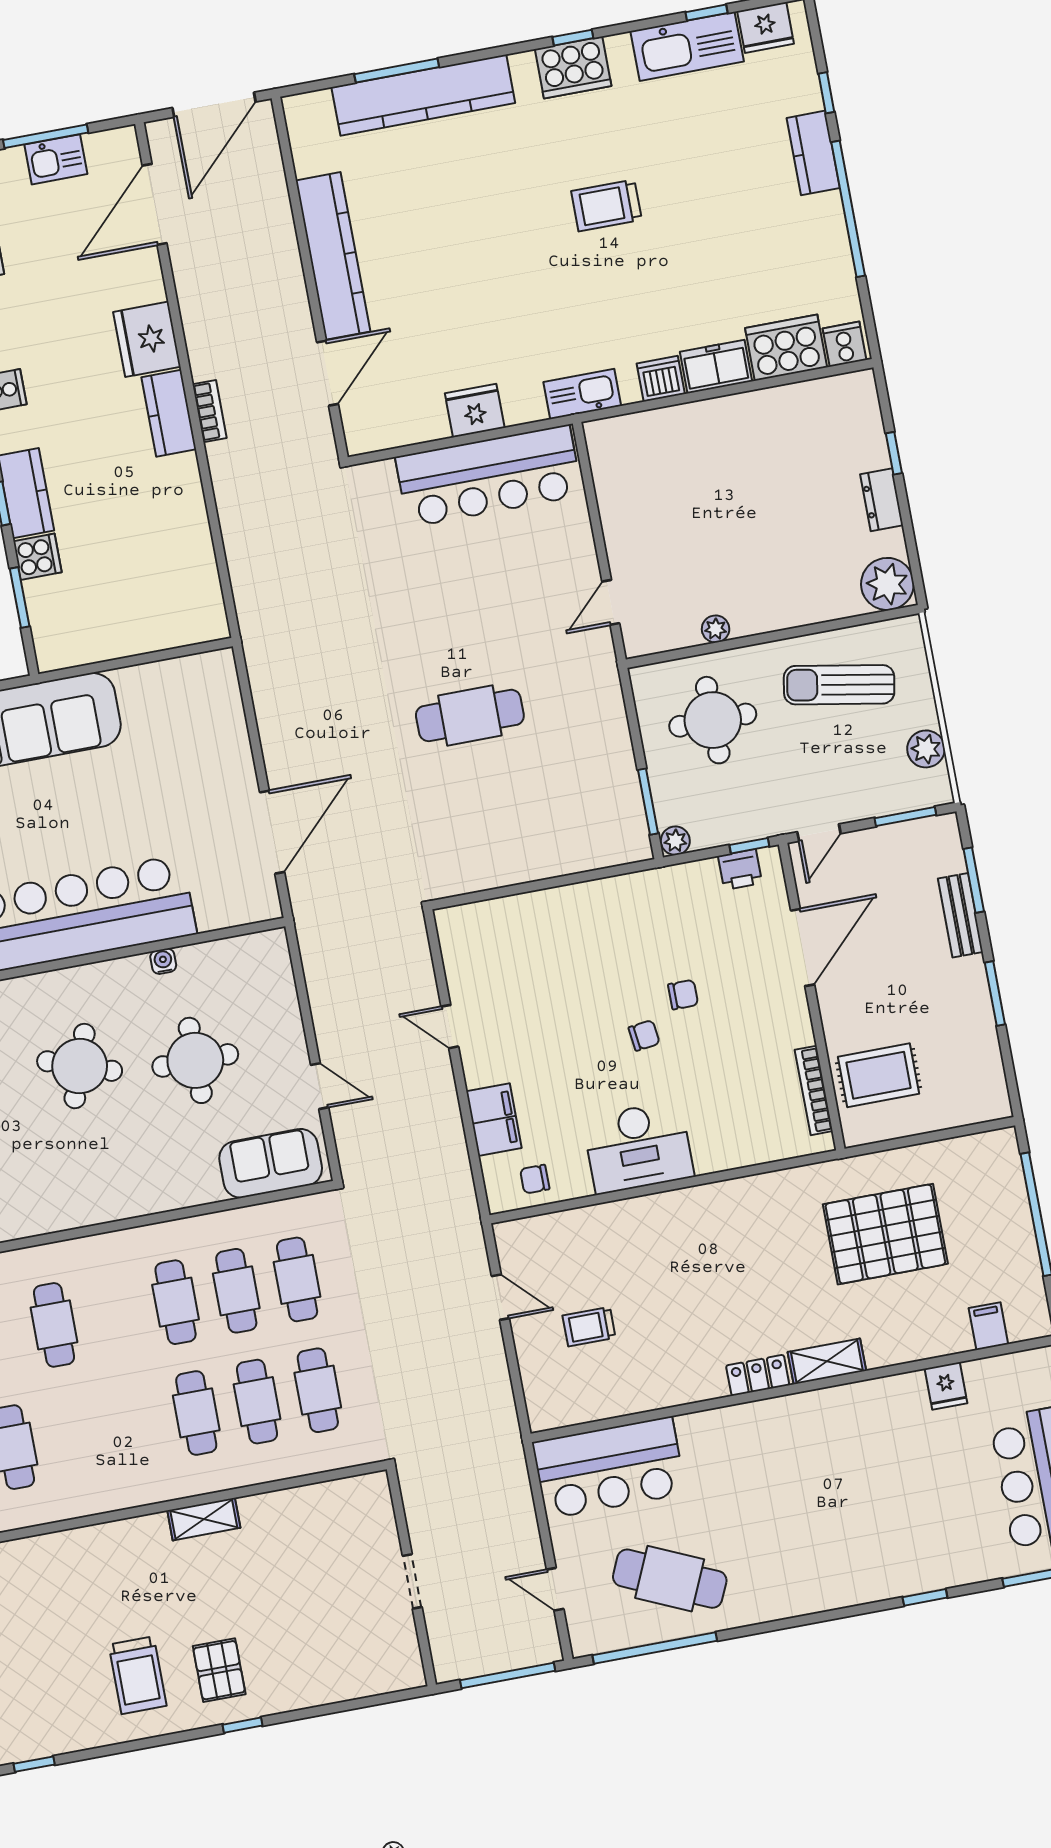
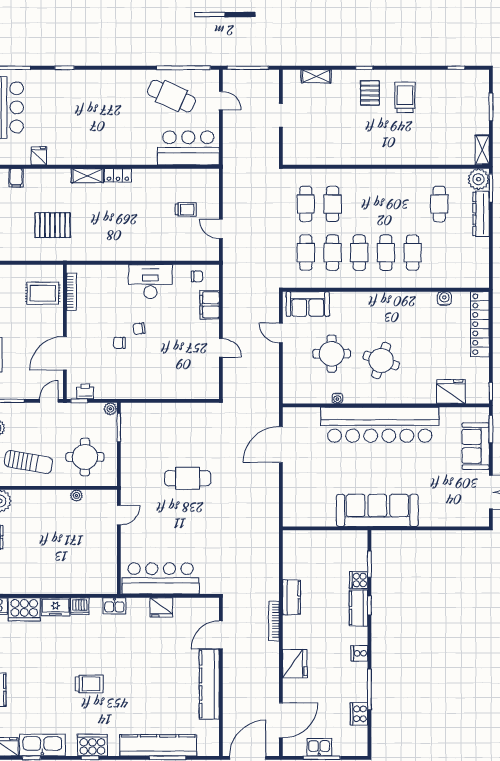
kitchen sink: (582, 394) -> (114, 606), width x0.73
bookcase: (210, 411) -> (274, 621), width x1.56
kitchen counter: (169, 413) -> (291, 597), moved
pallet: (885, 1234) -> (52, 225), width x0.73, depth x0.71
cafe table: (196, 1413) -> (386, 253), moved
shelving: (204, 1519) -> (316, 76), moved

